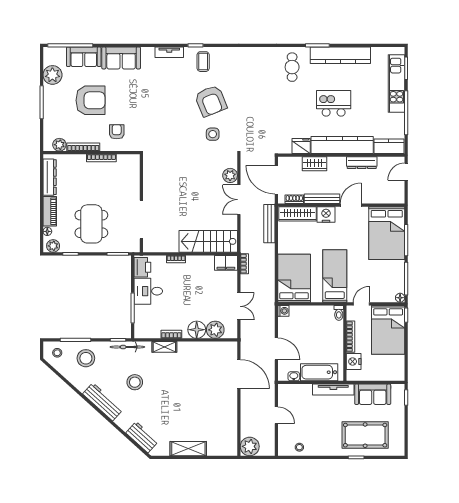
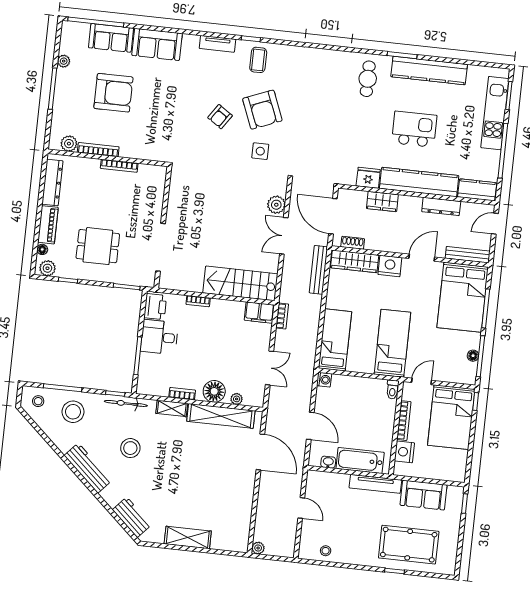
plant: (52, 75) -> (64, 61), width x0.53, depth x0.53
armchair: (117, 132) -> (220, 117), moved, turned -146
bench: (322, 199) -> (468, 255), moved
dining table: (91, 224) -> (98, 246), width x0.73
bed: (294, 278) -> (335, 340), width x0.67
floor lamp: (400, 298) -> (473, 356), moved
plant: (215, 330) -> (237, 399), width x0.53, depth x0.53
shelving: (204, 349) -> (221, 416), added
plant: (250, 446) -> (258, 548), width x0.53, depth x0.53

